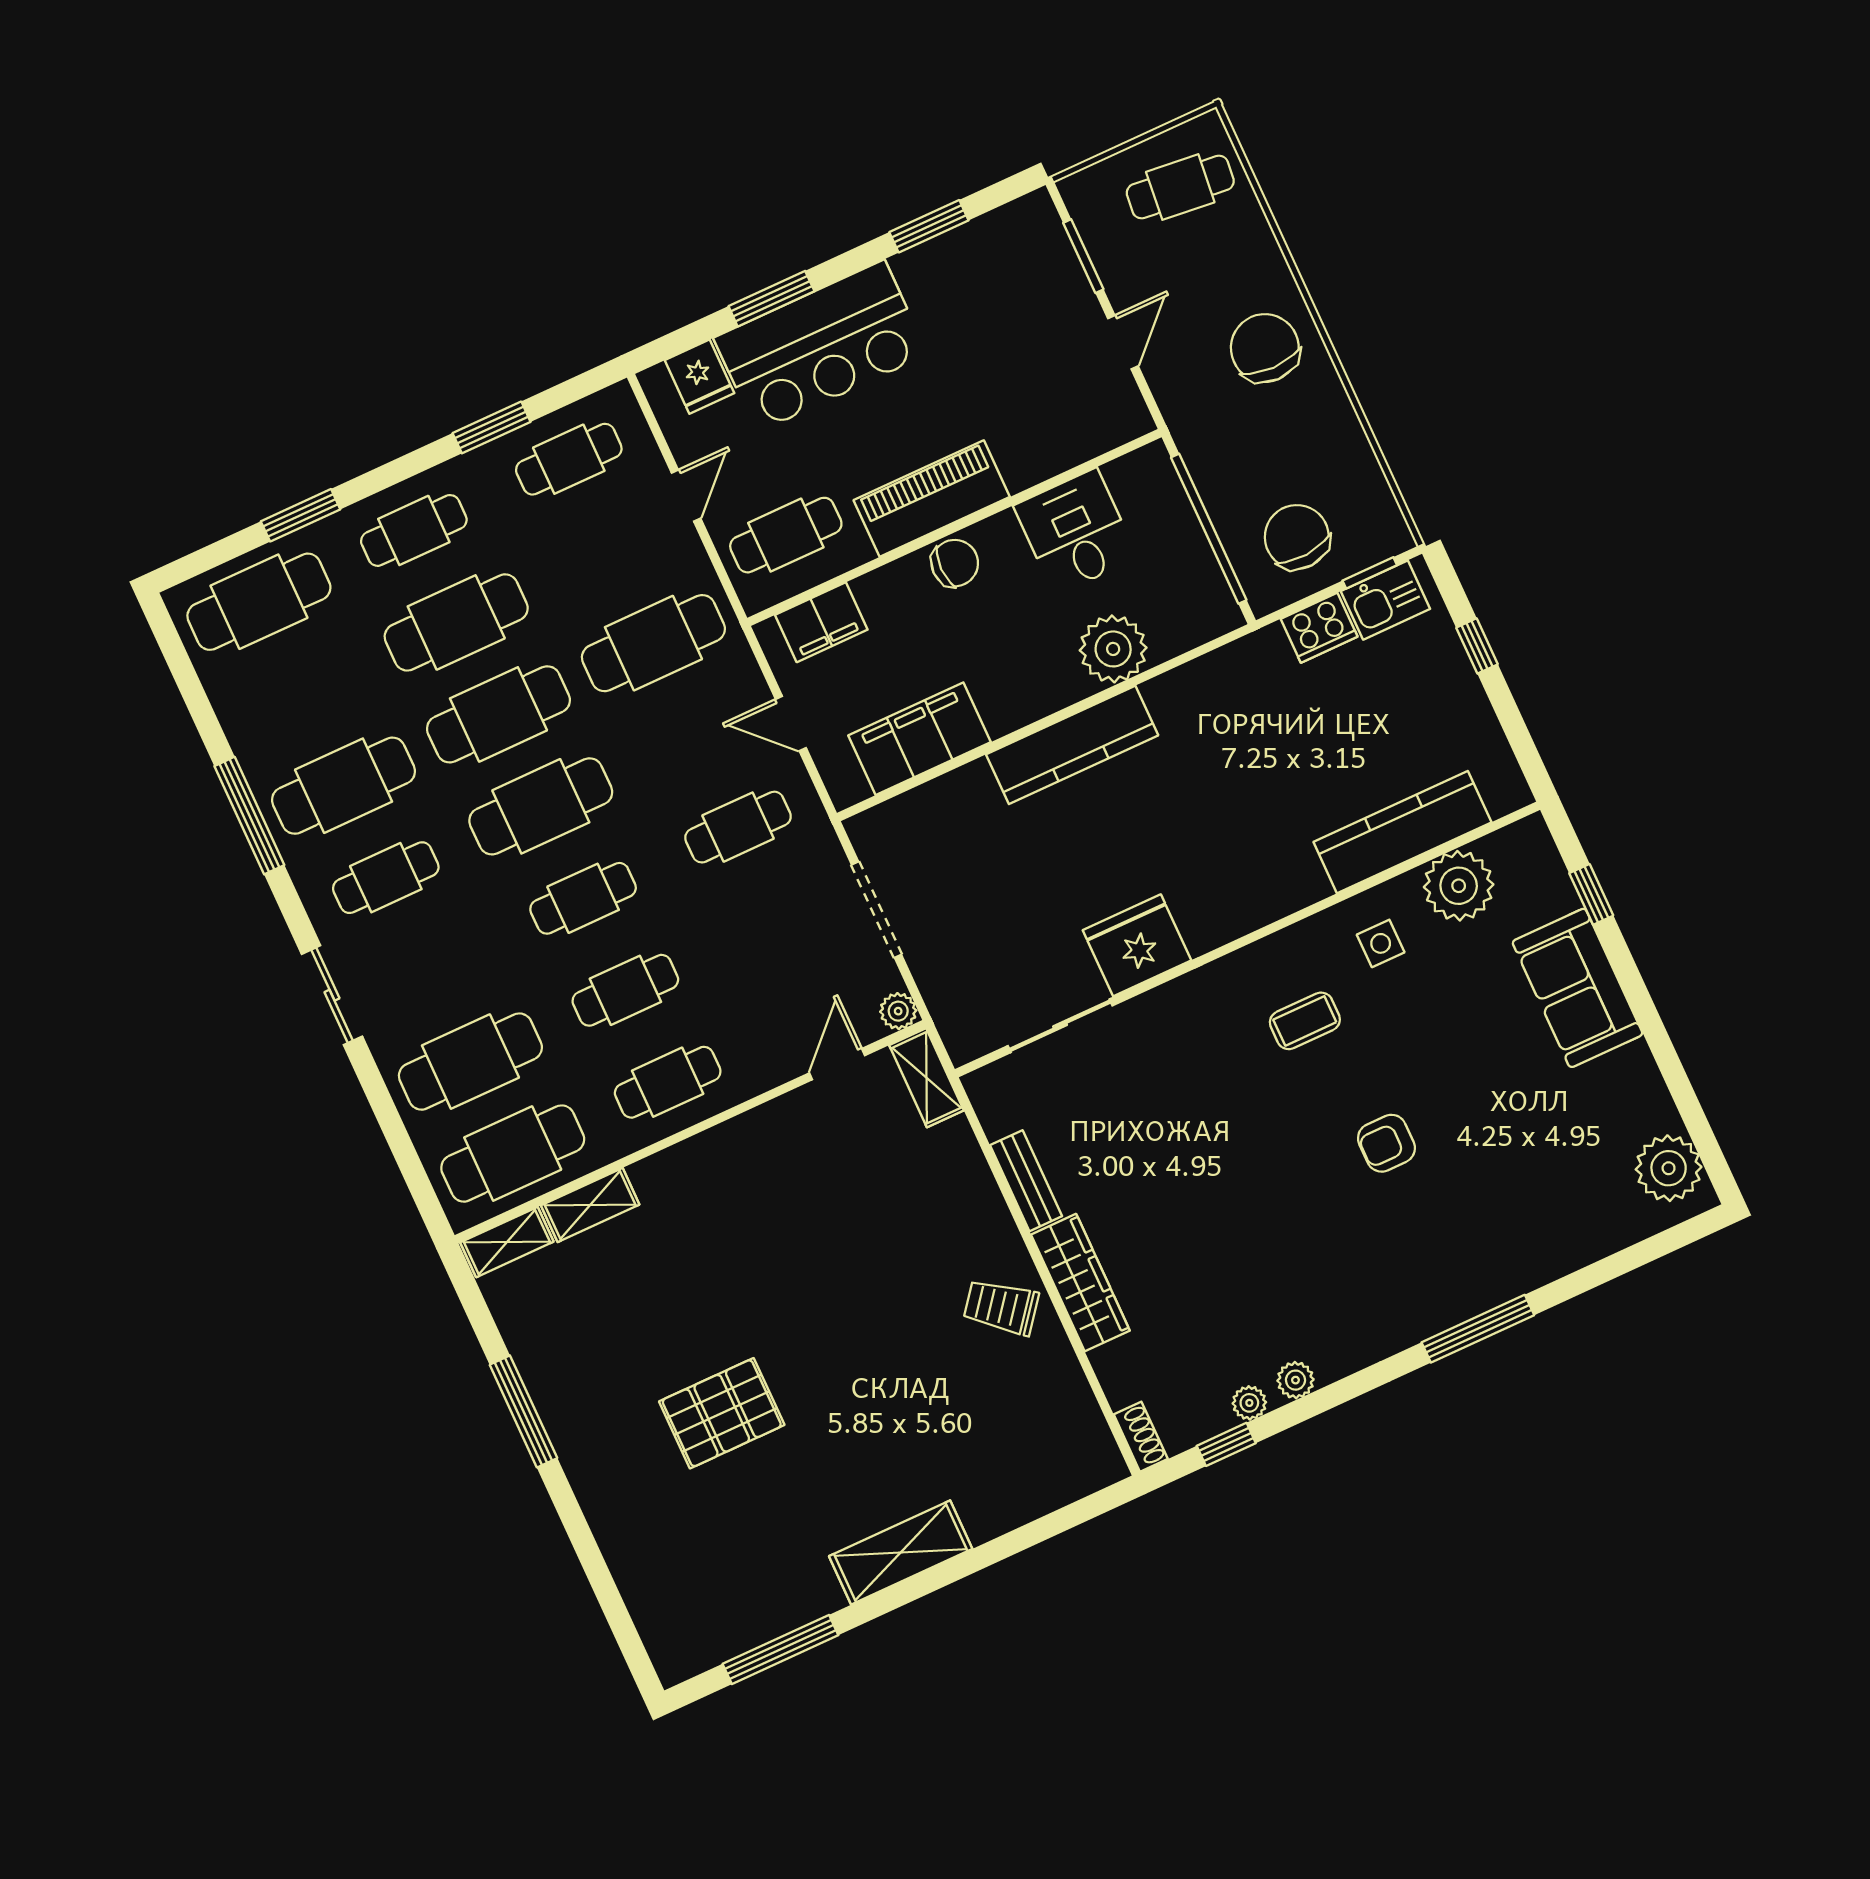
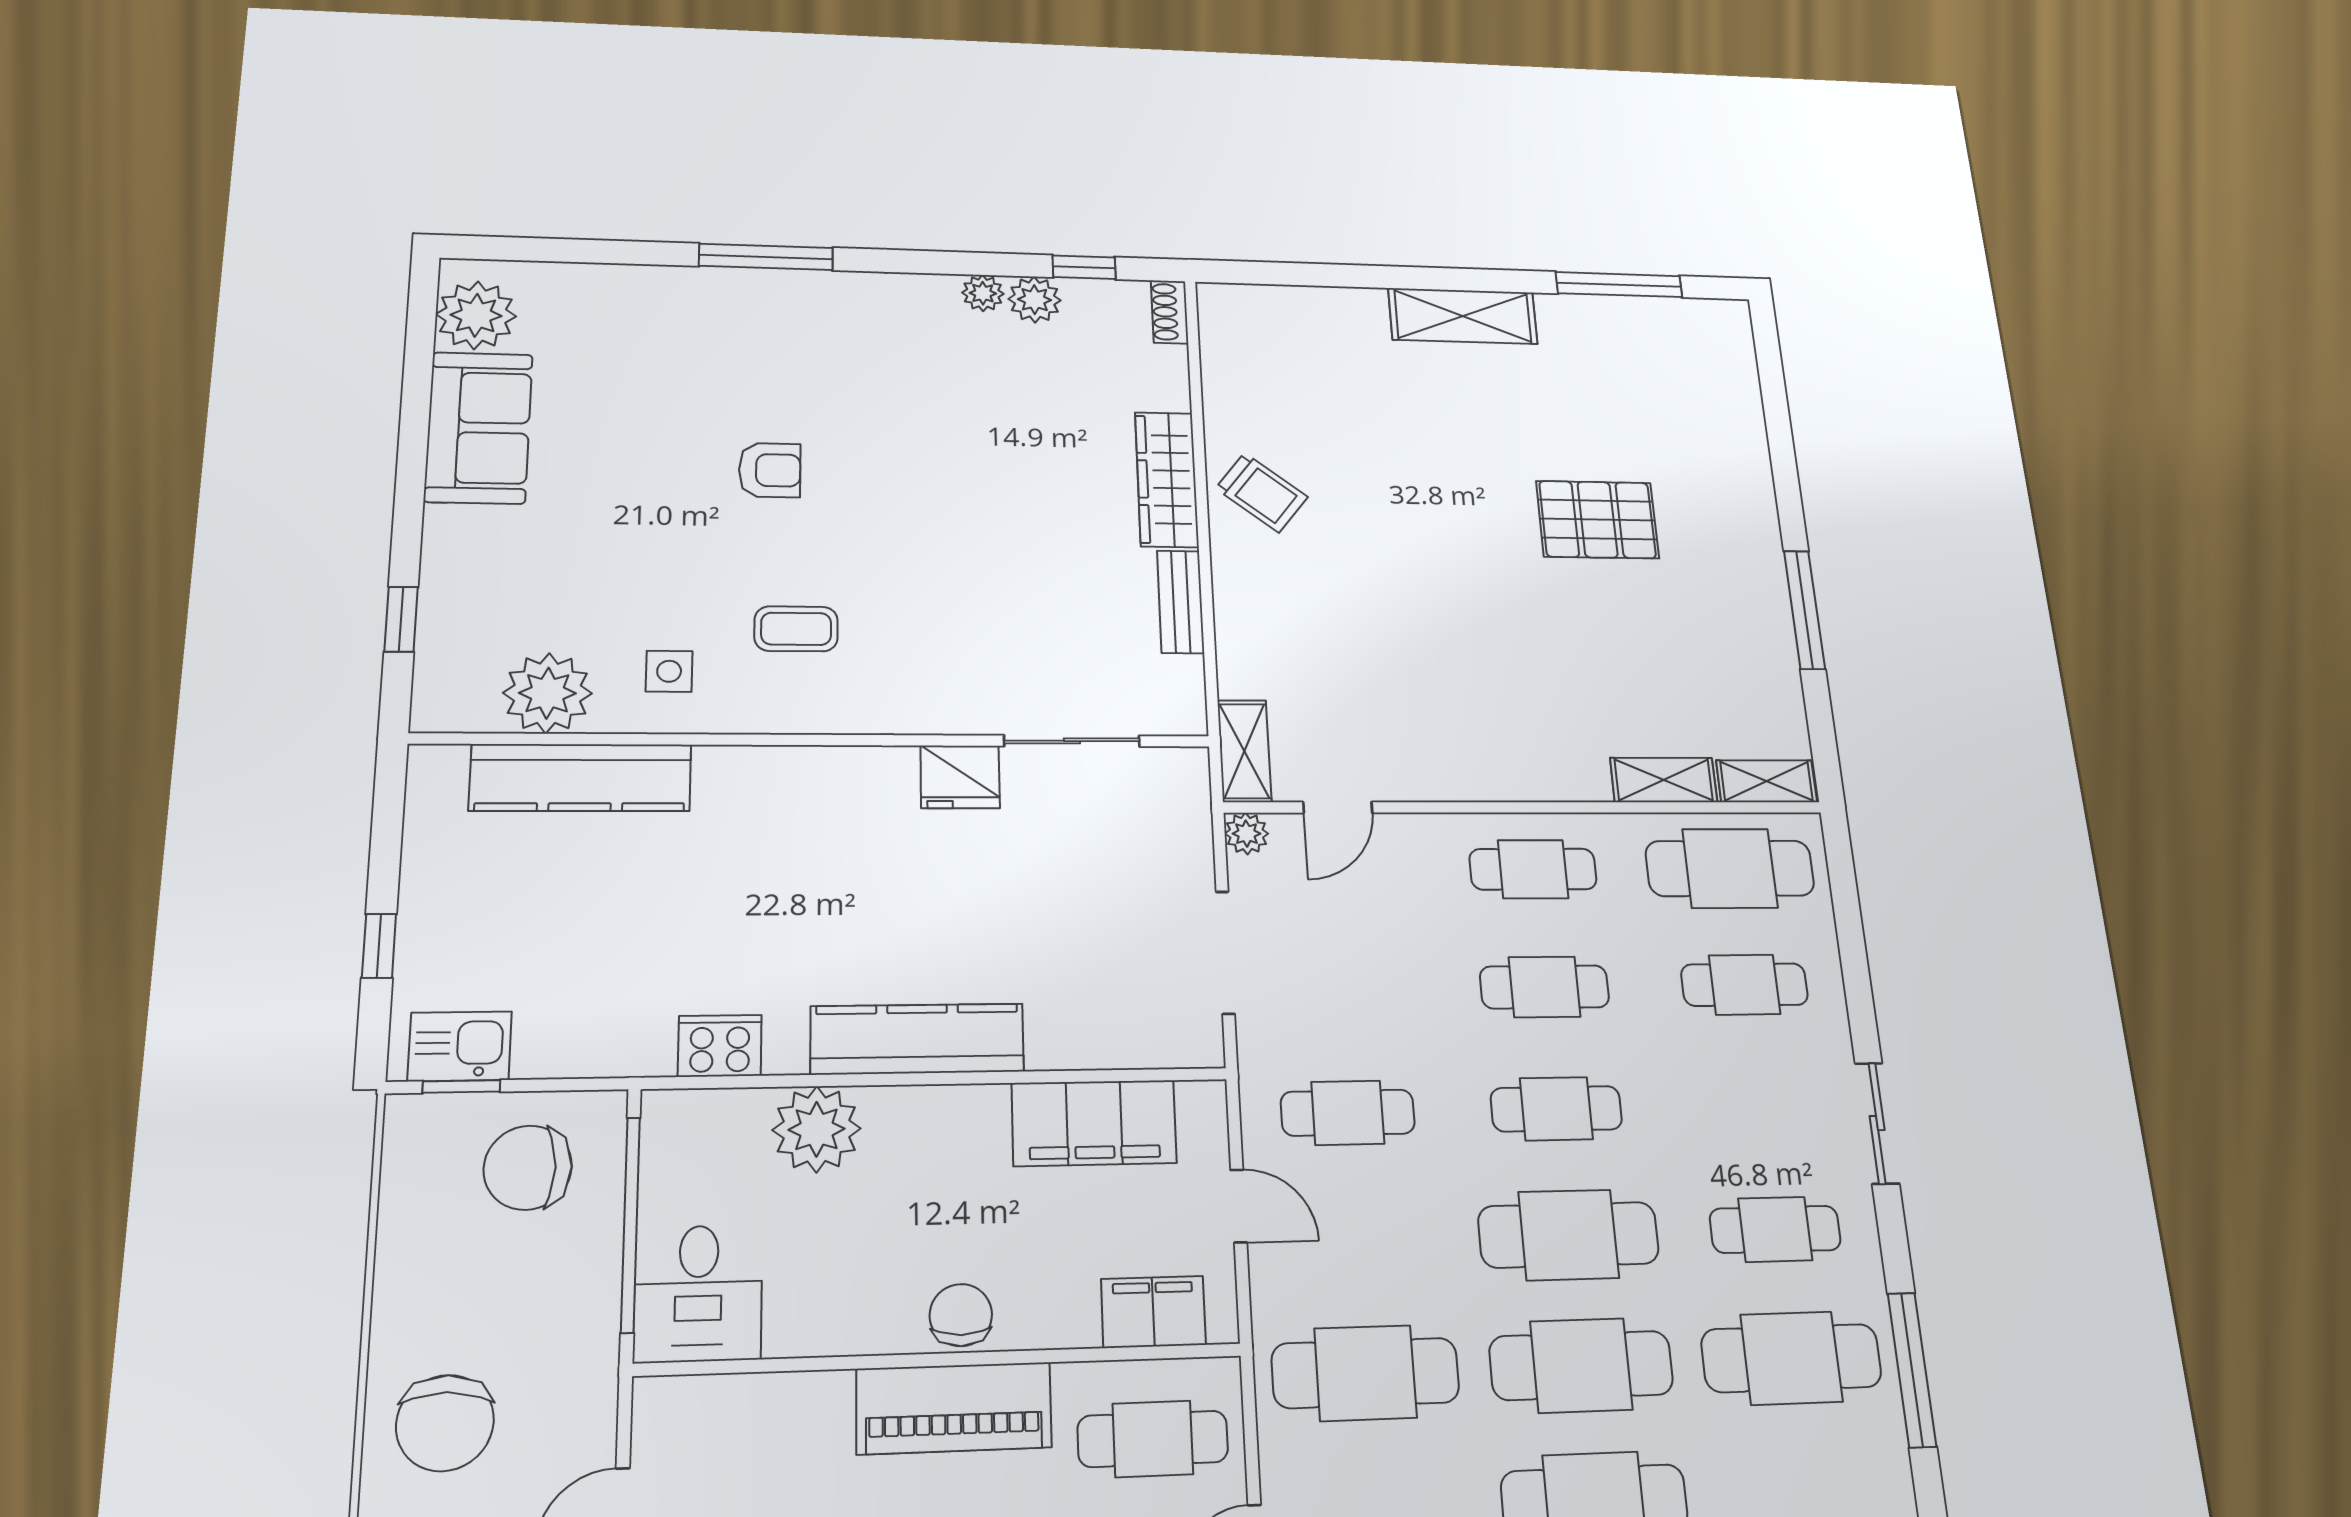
desk: (1076, 532) -> (698, 1293), moved
chair: (1297, 537) -> (528, 1168), turned 94
chair: (955, 563) -> (961, 1315), turned 90
cooker: (1319, 628) -> (720, 1046), moved
fridge: (1137, 945) -> (960, 777), width x0.73, depth x0.75
sofa: (1577, 988) -> (479, 428), moved
cafe table: (470, 1062) -> (1745, 985), width x0.73, depth x0.74
plant: (1249, 1403) -> (1035, 300), width x1.38, depth x1.38

